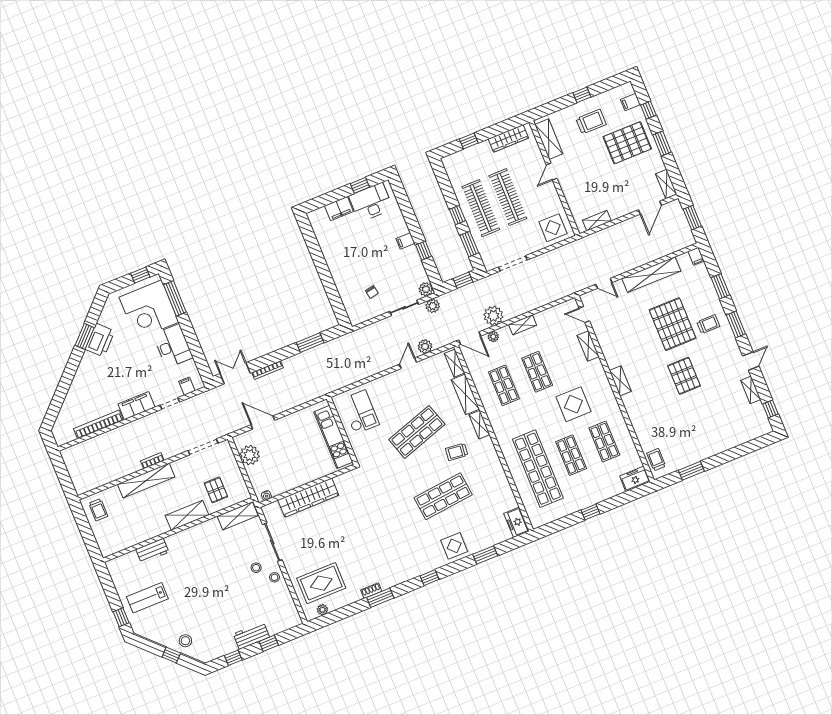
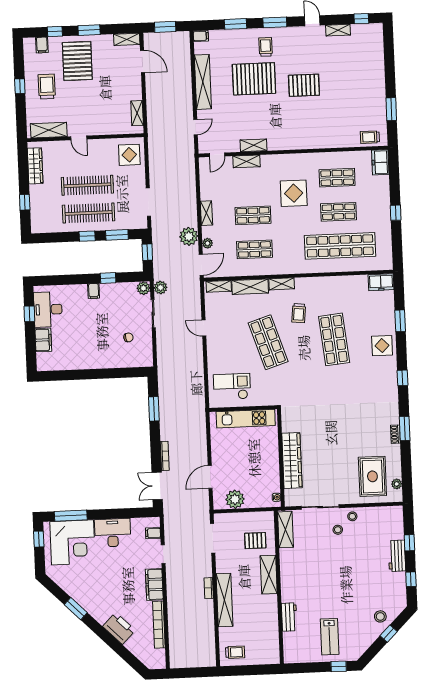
printer: (100, 340) -> (119, 628), moved
plant: (425, 347) -> (194, 307), removed
shelving: (620, 381) -> (254, 145), moved

